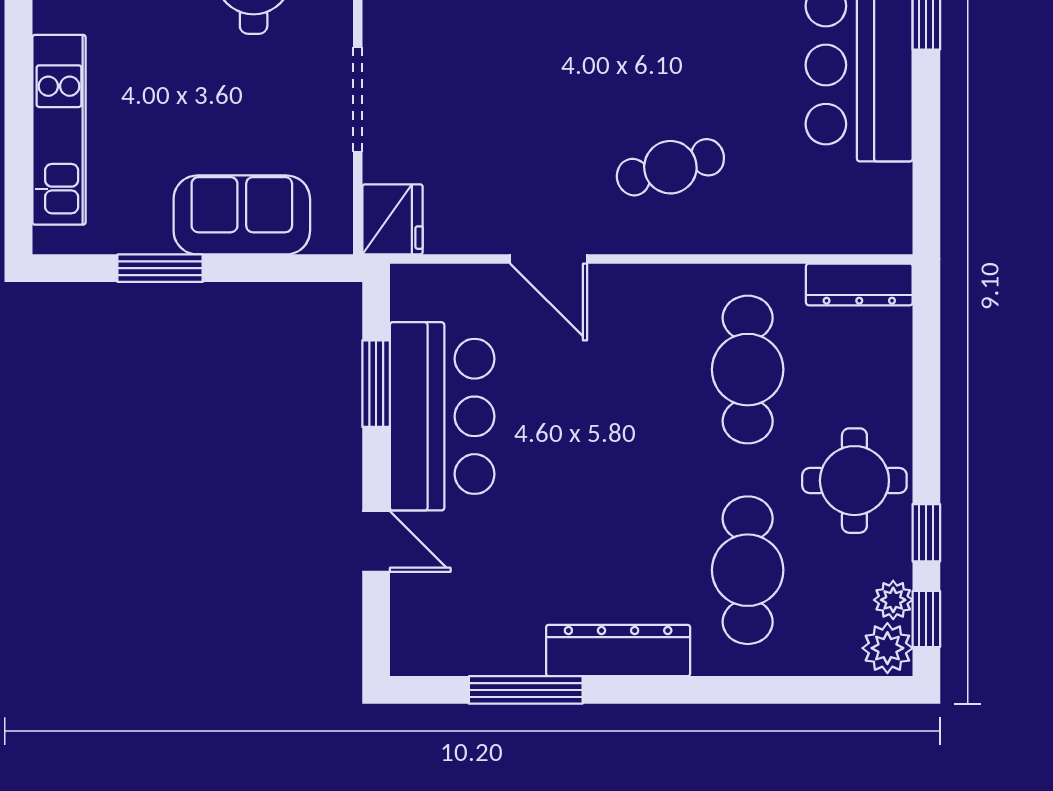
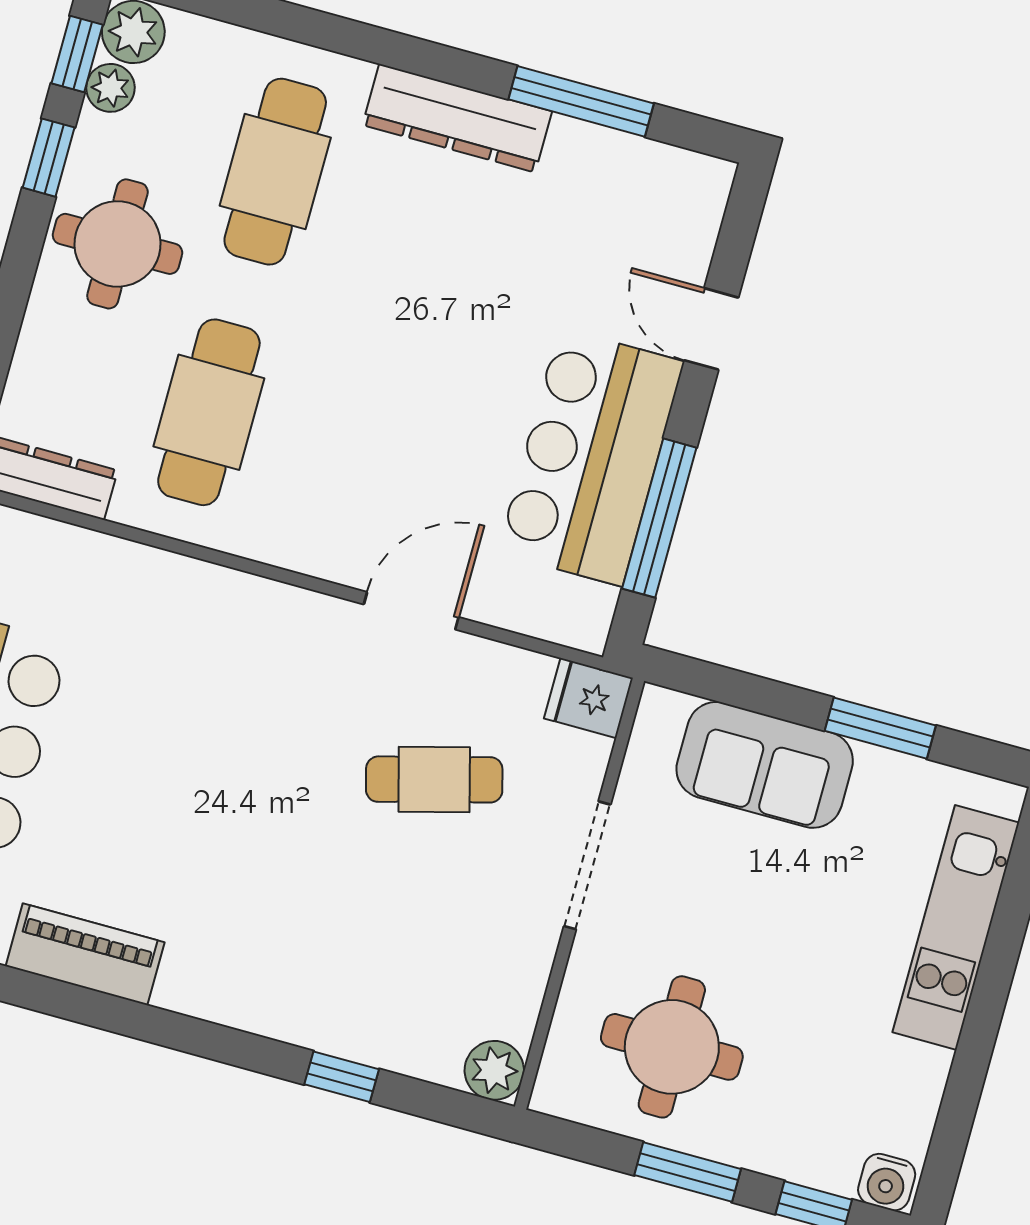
cafe table: (670, 167) -> (434, 779), moved
fridge: (393, 219) -> (588, 698), width x0.72
door: (549, 259) -> (411, 611), hinge flipped
window: (376, 384) -> (659, 518), width x1.44

